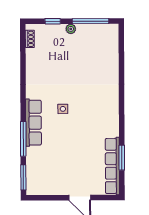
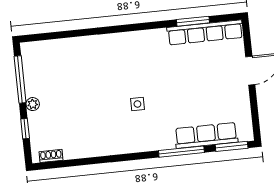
row of seats: (34, 123) -> (206, 135), moved

